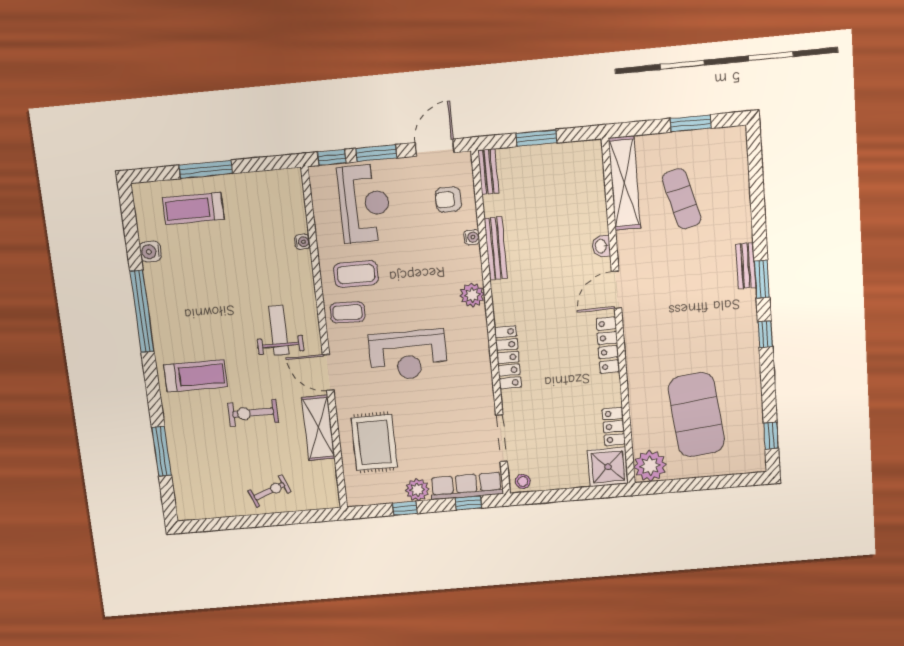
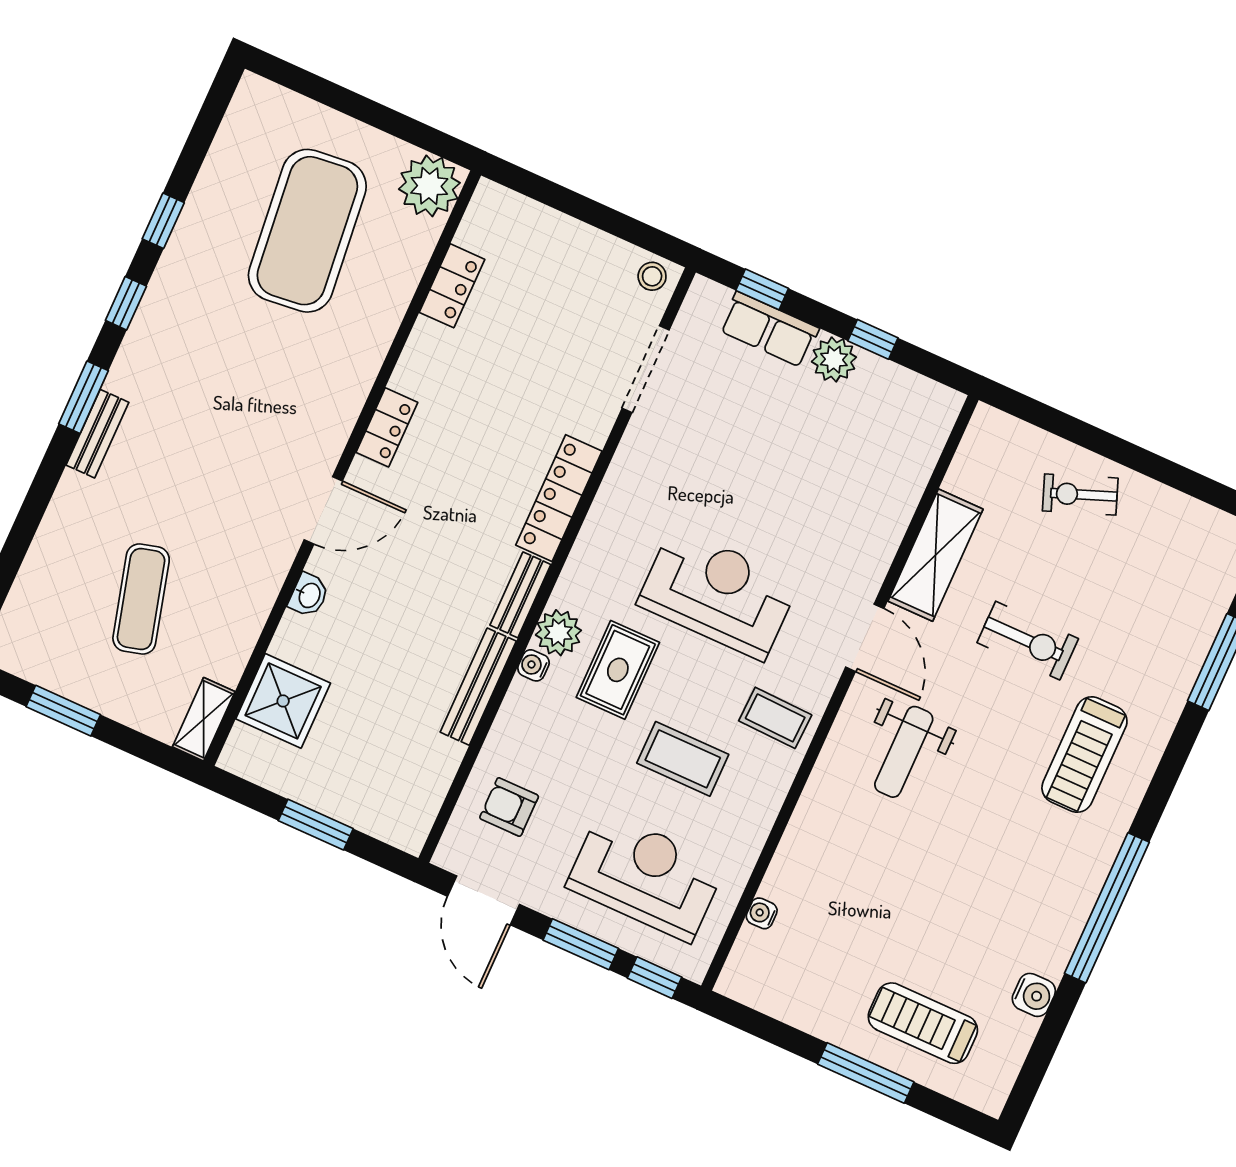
door: (435, 148) -> (483, 900), hinge flipped
bench: (488, 172) -> (520, 595), moved
shelving: (624, 183) -> (204, 719), width x0.45, depth x0.75
armchair: (448, 199) -> (509, 807), turned 180
reception desk: (364, 204) -> (646, 876), turned 90
treadmill: (193, 209) -> (923, 1023), turned 180
water cooler: (472, 237) -> (533, 665), moved
water cooler: (302, 242) -> (762, 913), moved
coffee table: (356, 274) -> (683, 759), moved
locker: (608, 345) -> (387, 427), width x0.66
treadmill: (196, 376) -> (1084, 755), turned -90
window: (771, 436) -> (163, 221), moved
rug: (374, 443) -> (618, 670), moved, width x0.73, depth x0.70
shower: (608, 467) -> (283, 701), moved
row of seats: (466, 486) -> (769, 329), width x0.68

